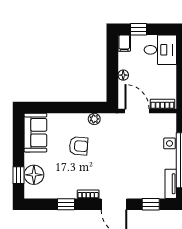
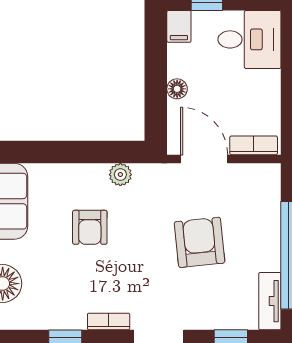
side table: (169, 143) -> (267, 222), removed
armchair: (79, 146) -> (90, 227), turned 86
armchair: (135, 154) -> (200, 242), added

